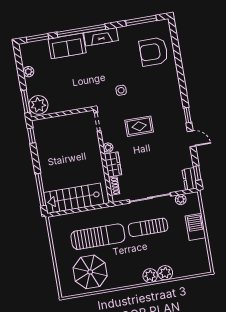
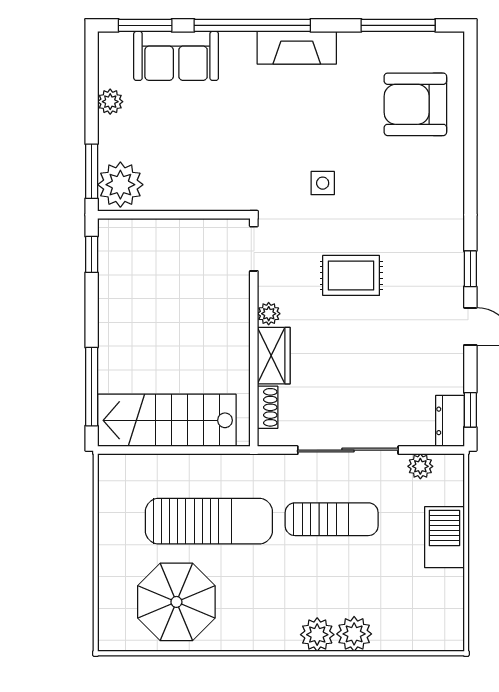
sofa: (67, 46) -> (176, 56), moved
sun lounger: (148, 227) -> (332, 519), turned 180

